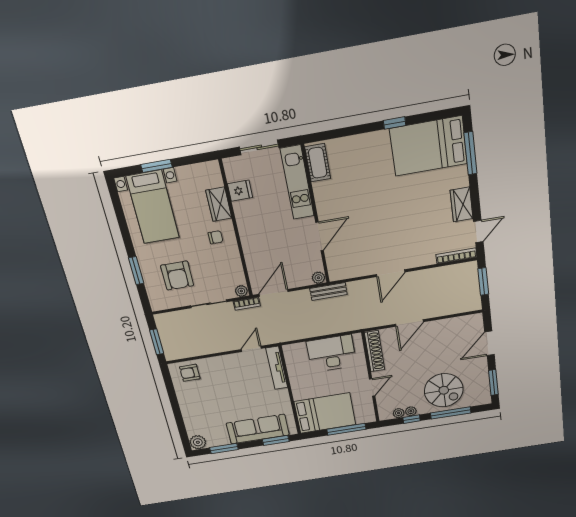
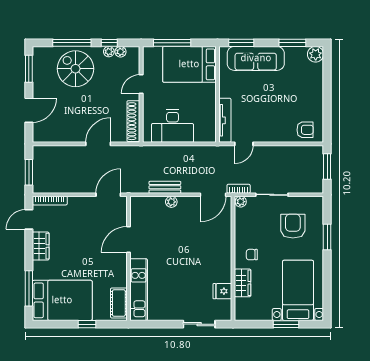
cot: (318, 163) -> (119, 303), moved
kitchen unit: (297, 182) -> (139, 290), moved
wall: (316, 216) -> (128, 258), moved
door: (320, 236) -> (128, 239), moved

